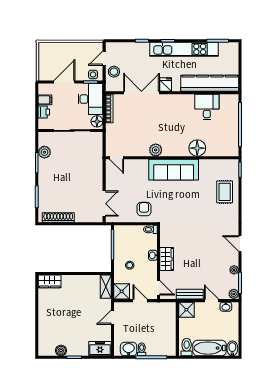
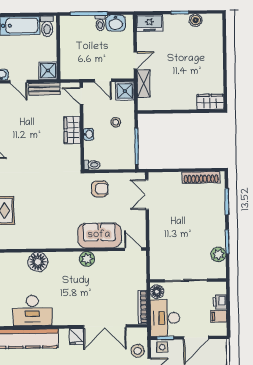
desk: (207, 107) -> (32, 310), width x1.37
sofa: (174, 170) -> (99, 235), moved, width x0.73
armchair: (144, 209) -> (100, 189), turned -90
shelving: (106, 287) -> (144, 84), moved

